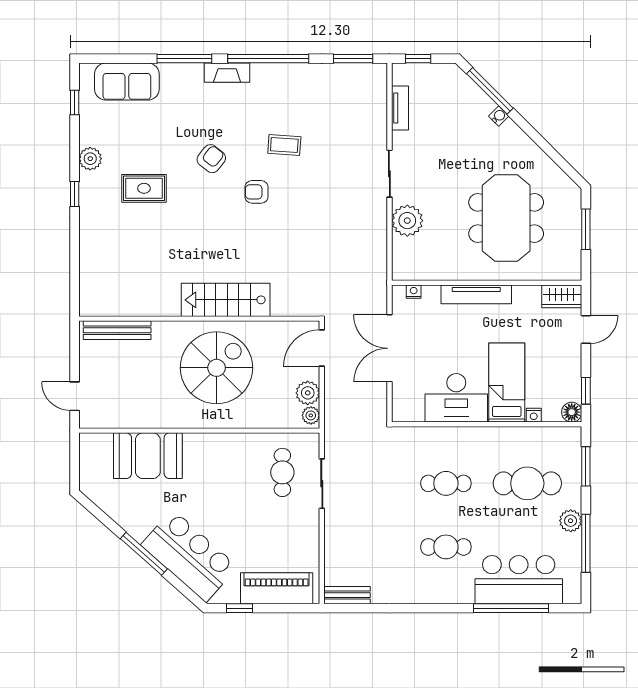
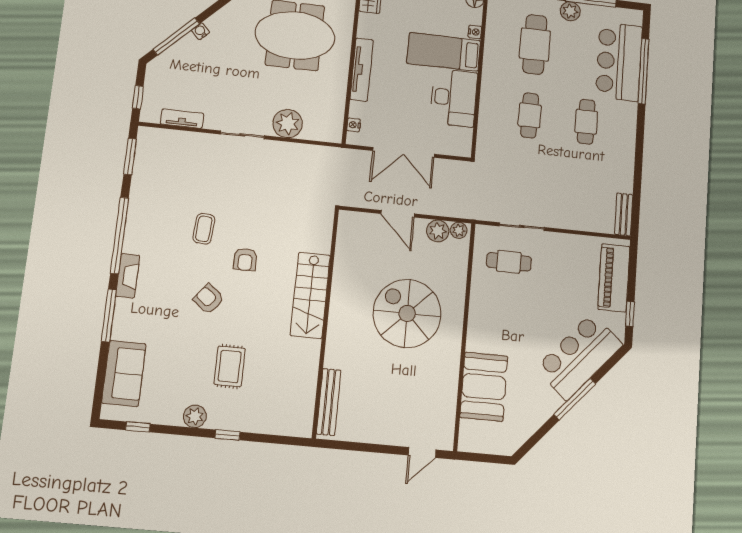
stairs: (226, 300) -> (310, 295), moved
wall: (199, 319) -> (326, 322), moved
bench: (117, 330) -> (329, 402), moved

